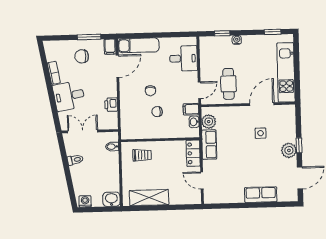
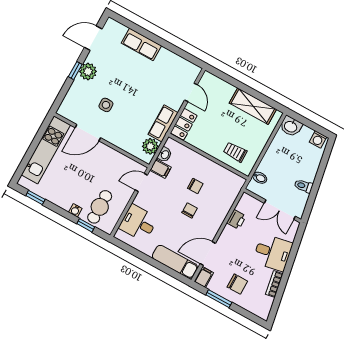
cafe table: (228, 84) -> (100, 207), moved

